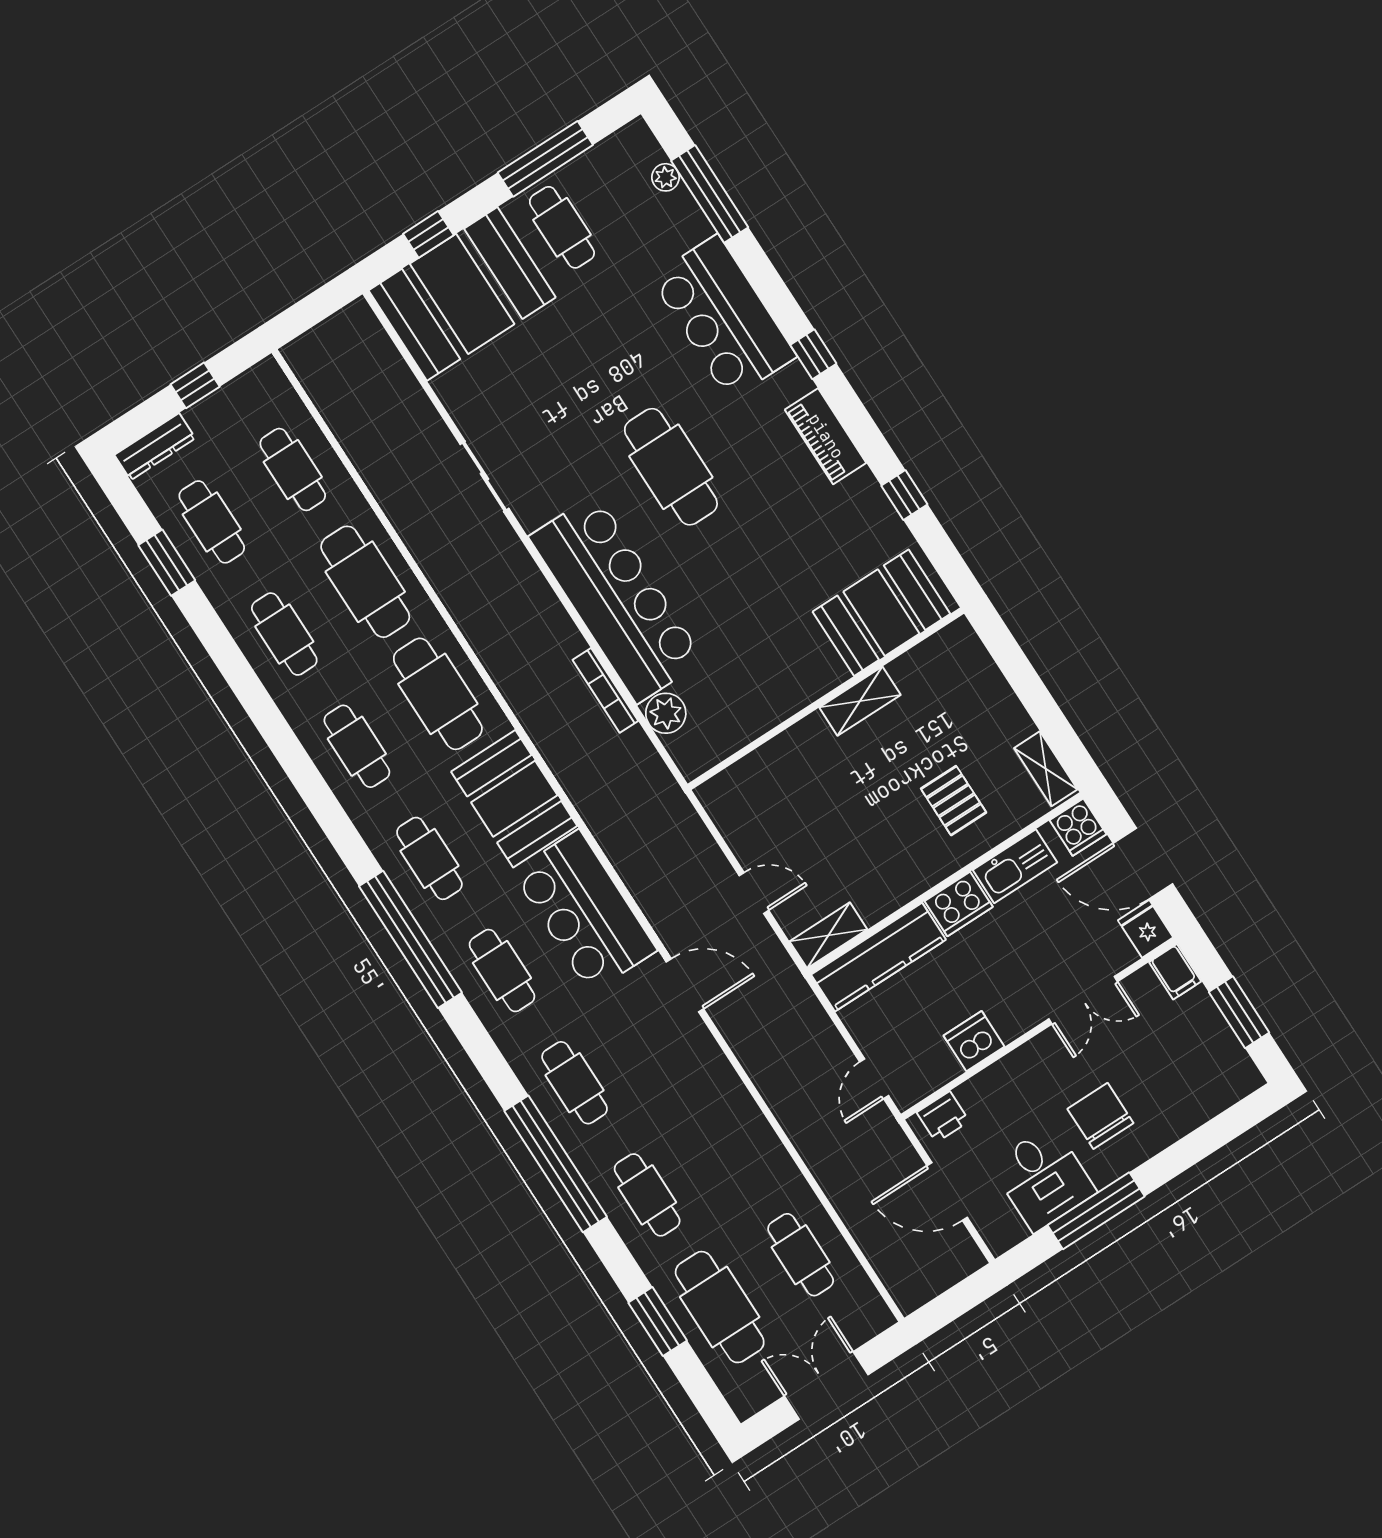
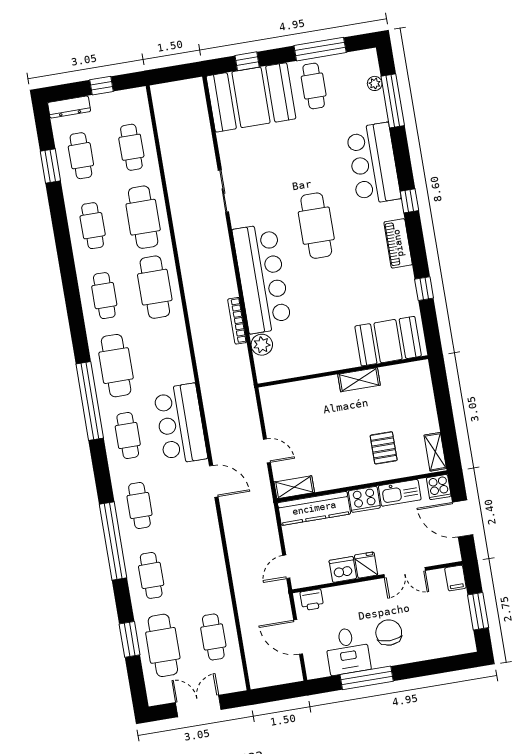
booth: (514, 799) -> (170, 354), removed
cafe table: (429, 858) -> (116, 366), width x1.37, depth x1.35
fridge: (1146, 929) -> (366, 565), moved

